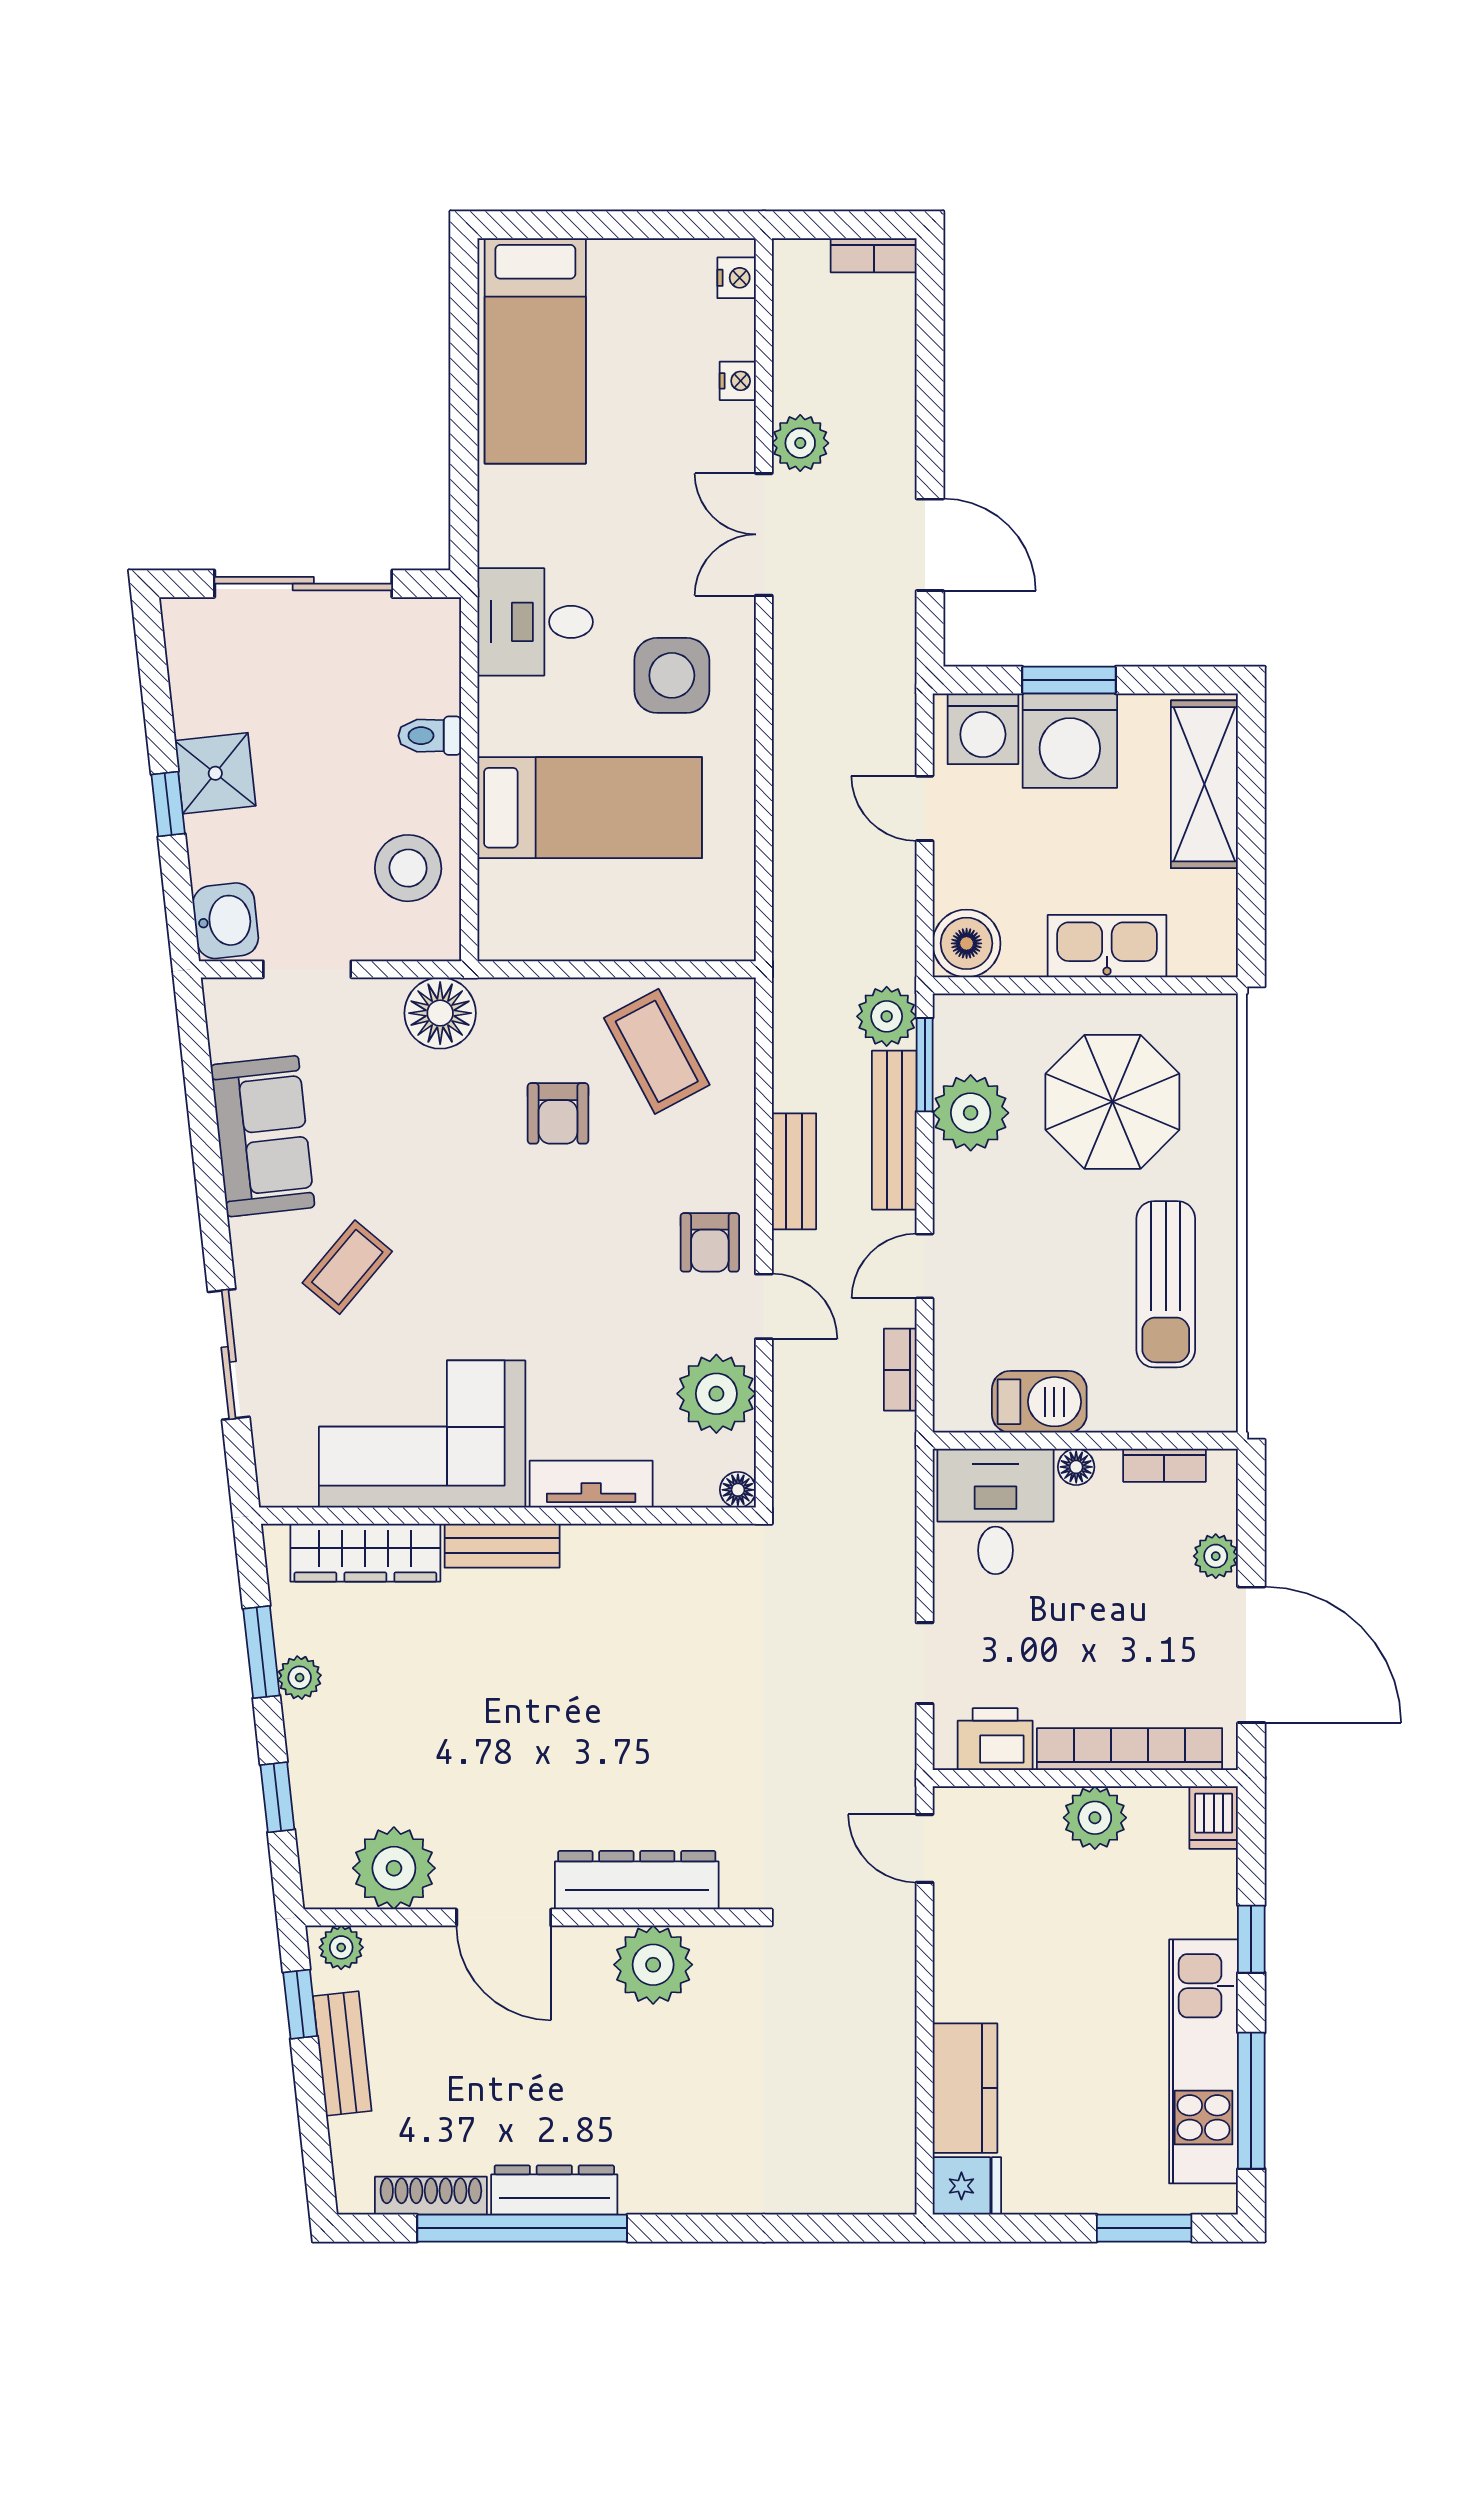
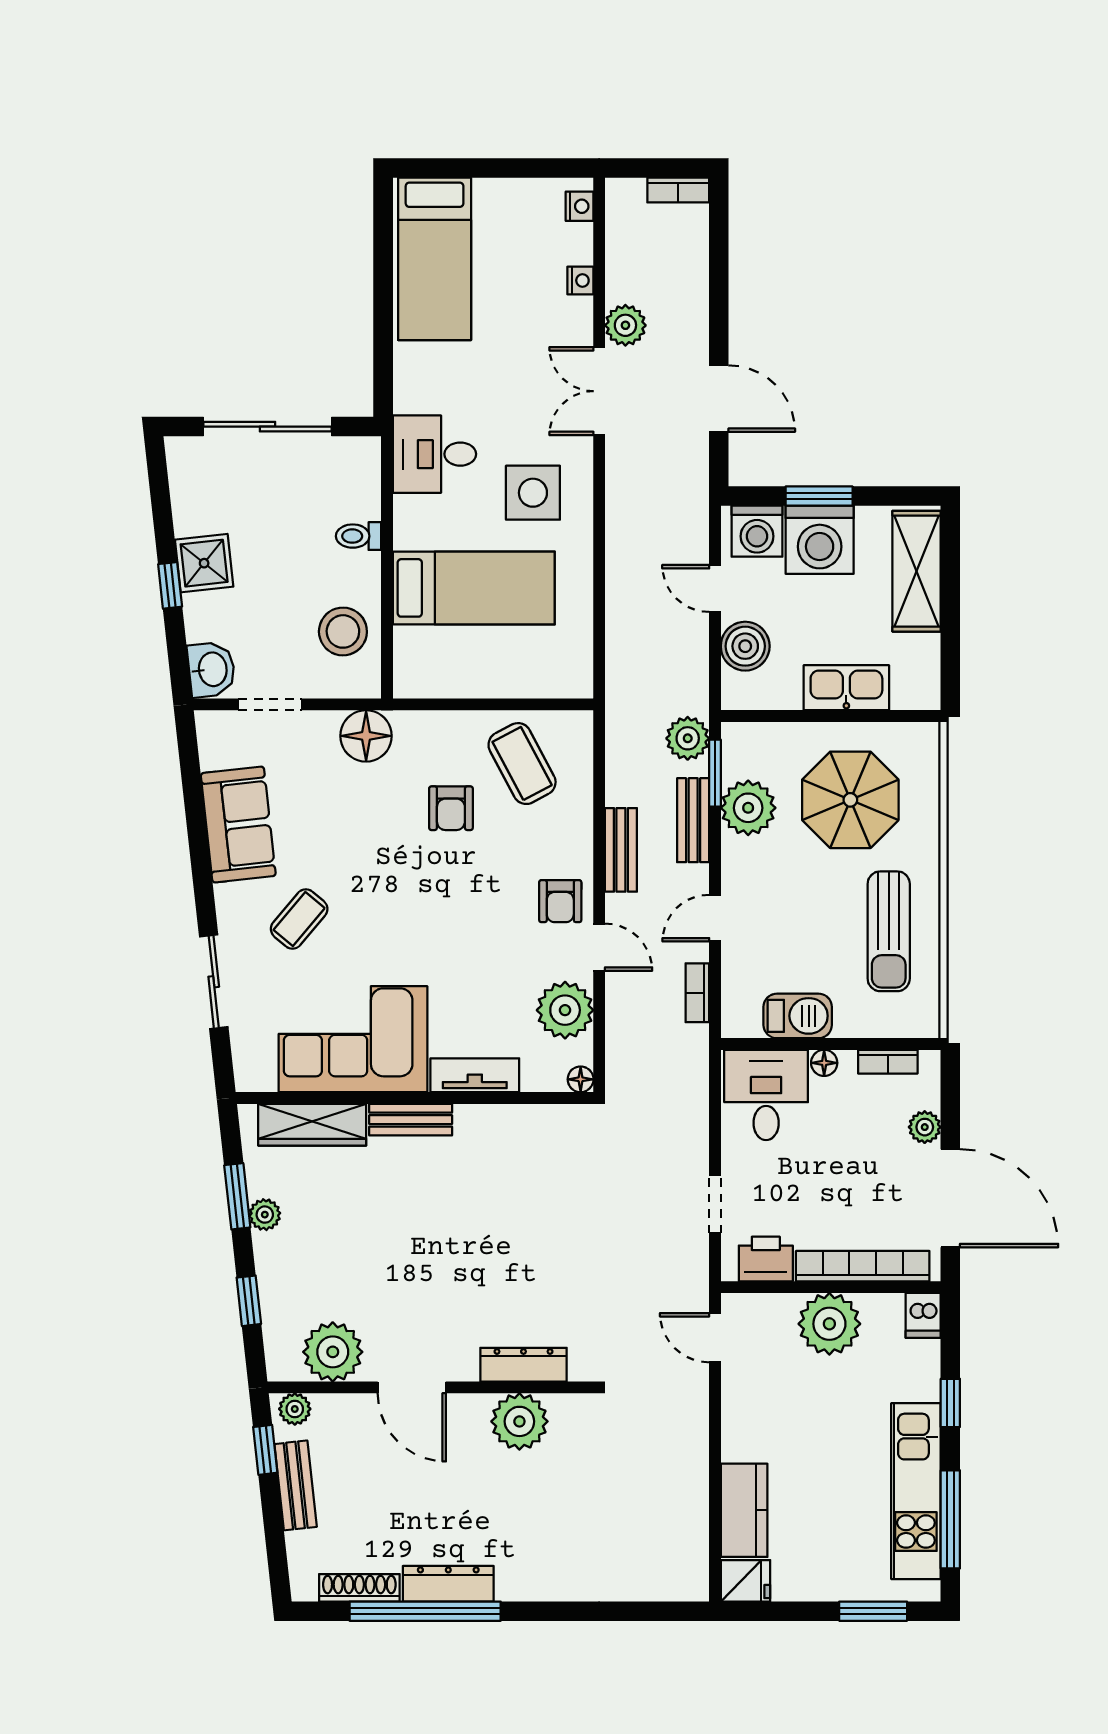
boiler: (967, 943) -> (745, 646), moved
bench: (894, 1130) -> (693, 820), width x0.73
plant: (1095, 1818) -> (829, 1324), width x1.36, depth x1.36
dresser: (637, 1880) -> (523, 1365), width x0.73, depth x0.80

